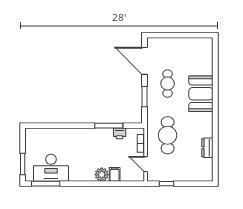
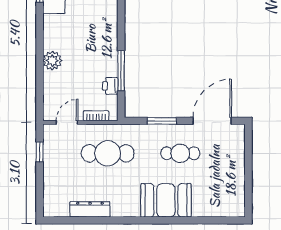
dresser: (207, 148) -> (90, 209), width x1.44
filing cabinet: (115, 174) -> (53, 79), removed

